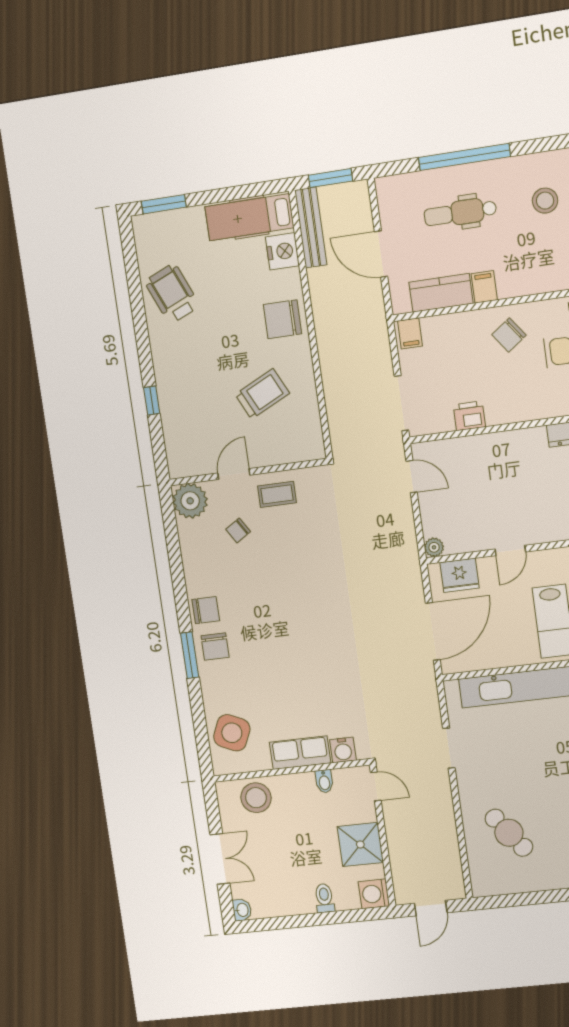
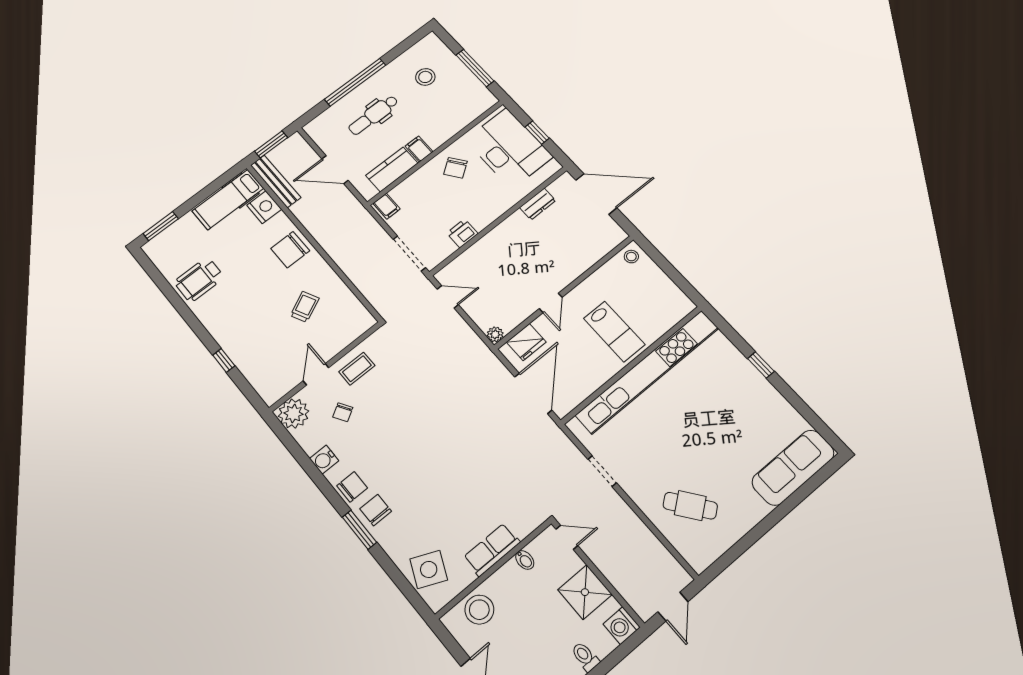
wheelchair: (172, 294) -> (199, 280), turned -67
trolley: (262, 394) -> (305, 307), width x0.73, depth x0.72
chair: (215, 646) -> (376, 510), turned 180
water cooler: (343, 750) -> (324, 460), moved, turned 90

